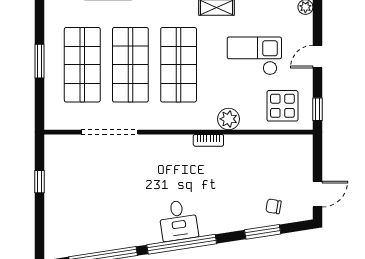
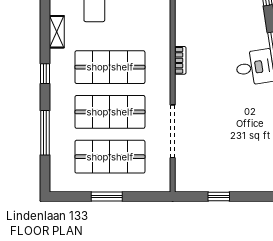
plant: (228, 119) -> (160, 21), removed
bookcase: (208, 140) -> (180, 60), moved

